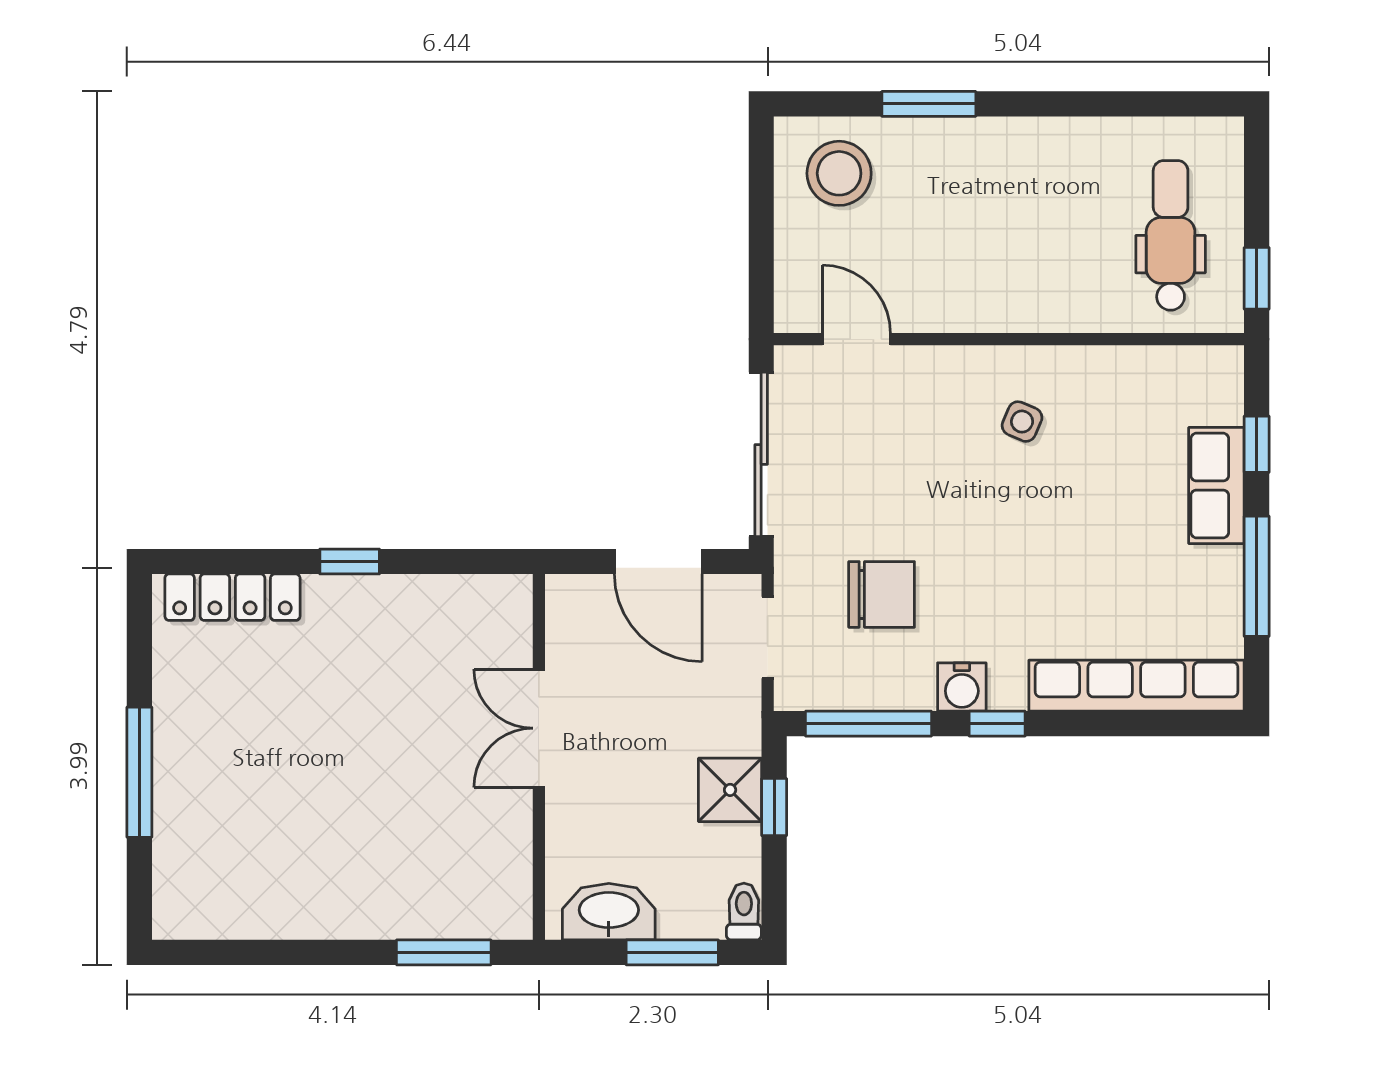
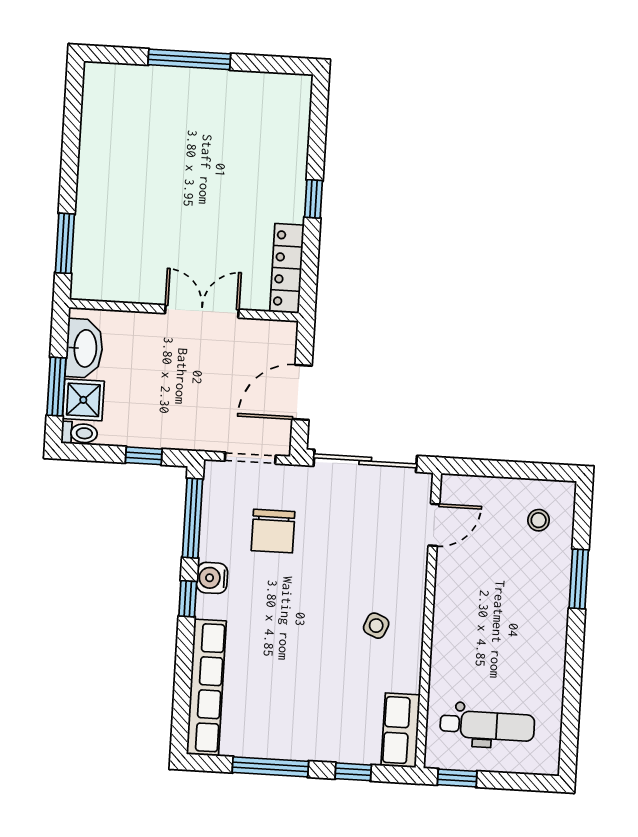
stool: (839, 173) -> (539, 520), width x0.53, depth x0.53
row of seats: (1216, 486) -> (401, 730), moved, turned -90
locker: (232, 597) -> (287, 268), moved
shower: (730, 790) -> (83, 400), moved

